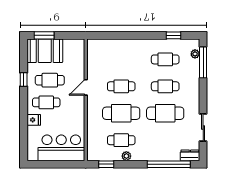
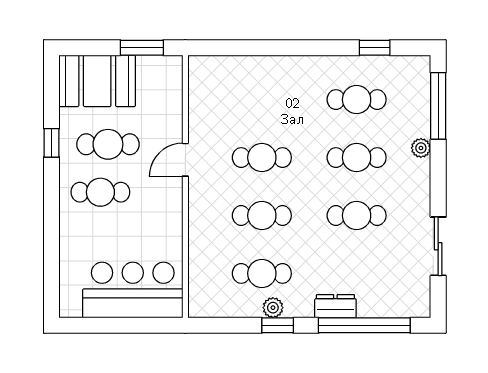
window: (44, 35) -> (142, 48), moved
plant: (195, 54) -> (421, 148), moved
cafe table: (121, 113) -> (262, 216), width x0.73, depth x0.74
cafe table: (165, 113) -> (357, 216), width x0.73, depth x0.74
fridge: (34, 120) -> (73, 230), removed
dresser: (190, 155) -> (335, 306), moved
window: (106, 164) -> (278, 325), moved

